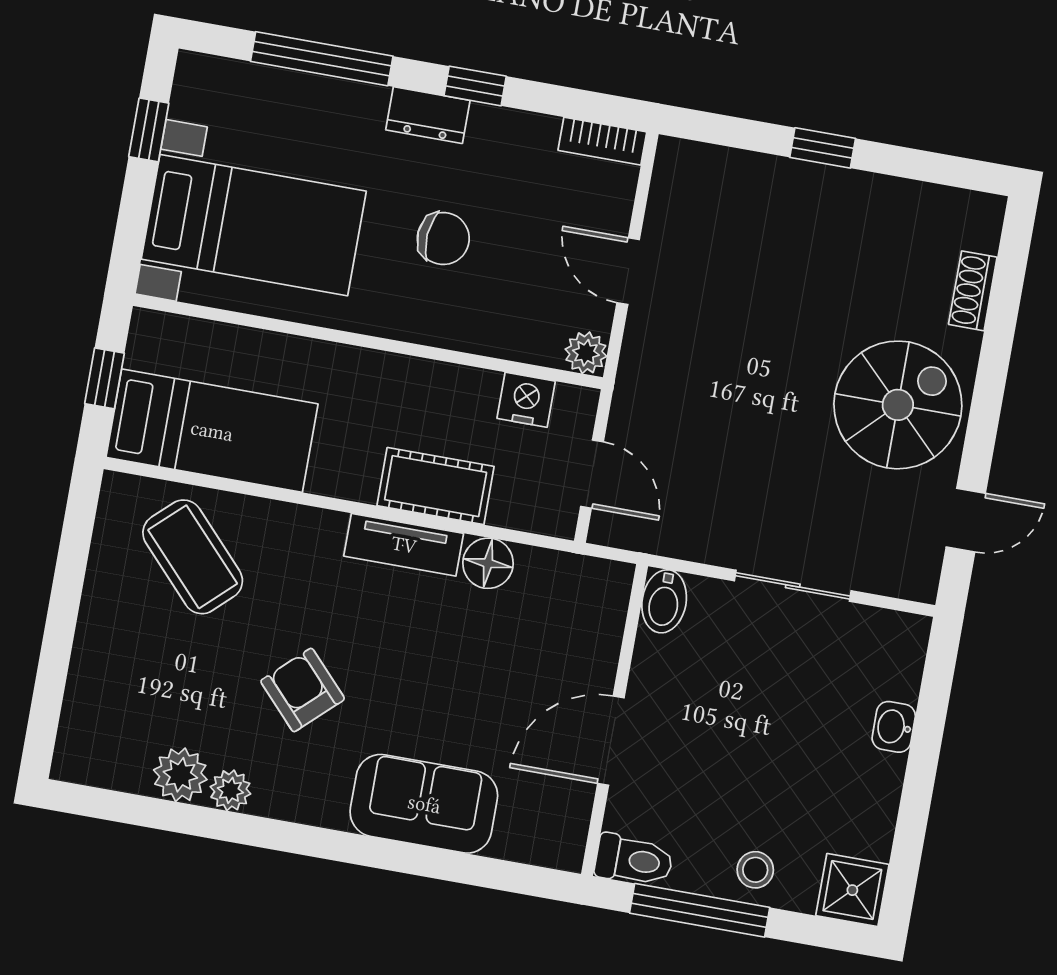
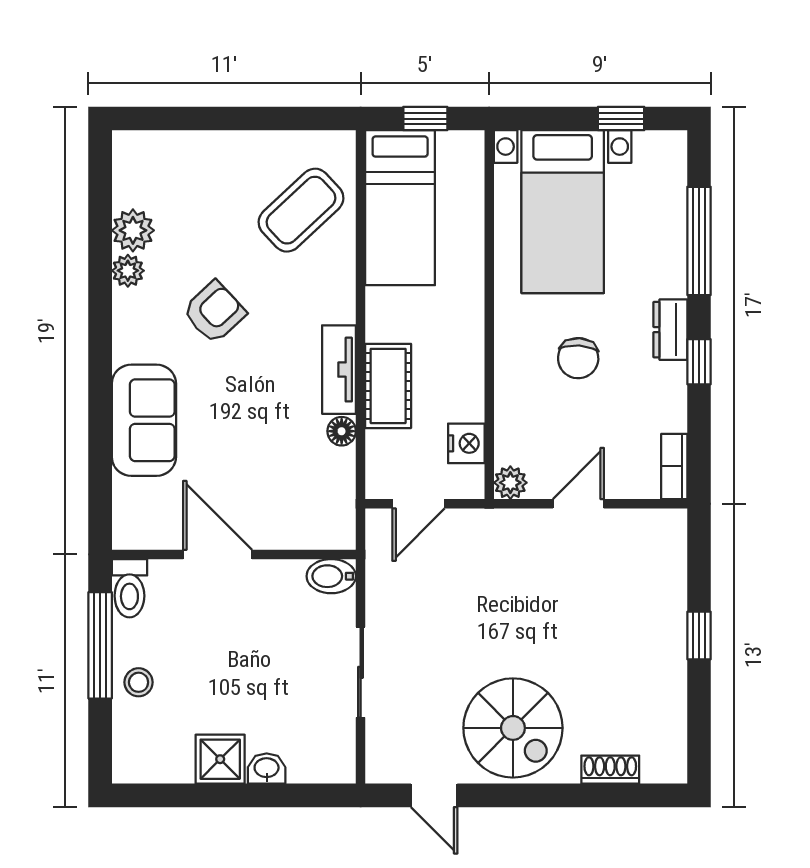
floor lamp: (488, 563) -> (342, 431), width x0.73, depth x0.73
shower: (852, 890) -> (220, 759), moved

